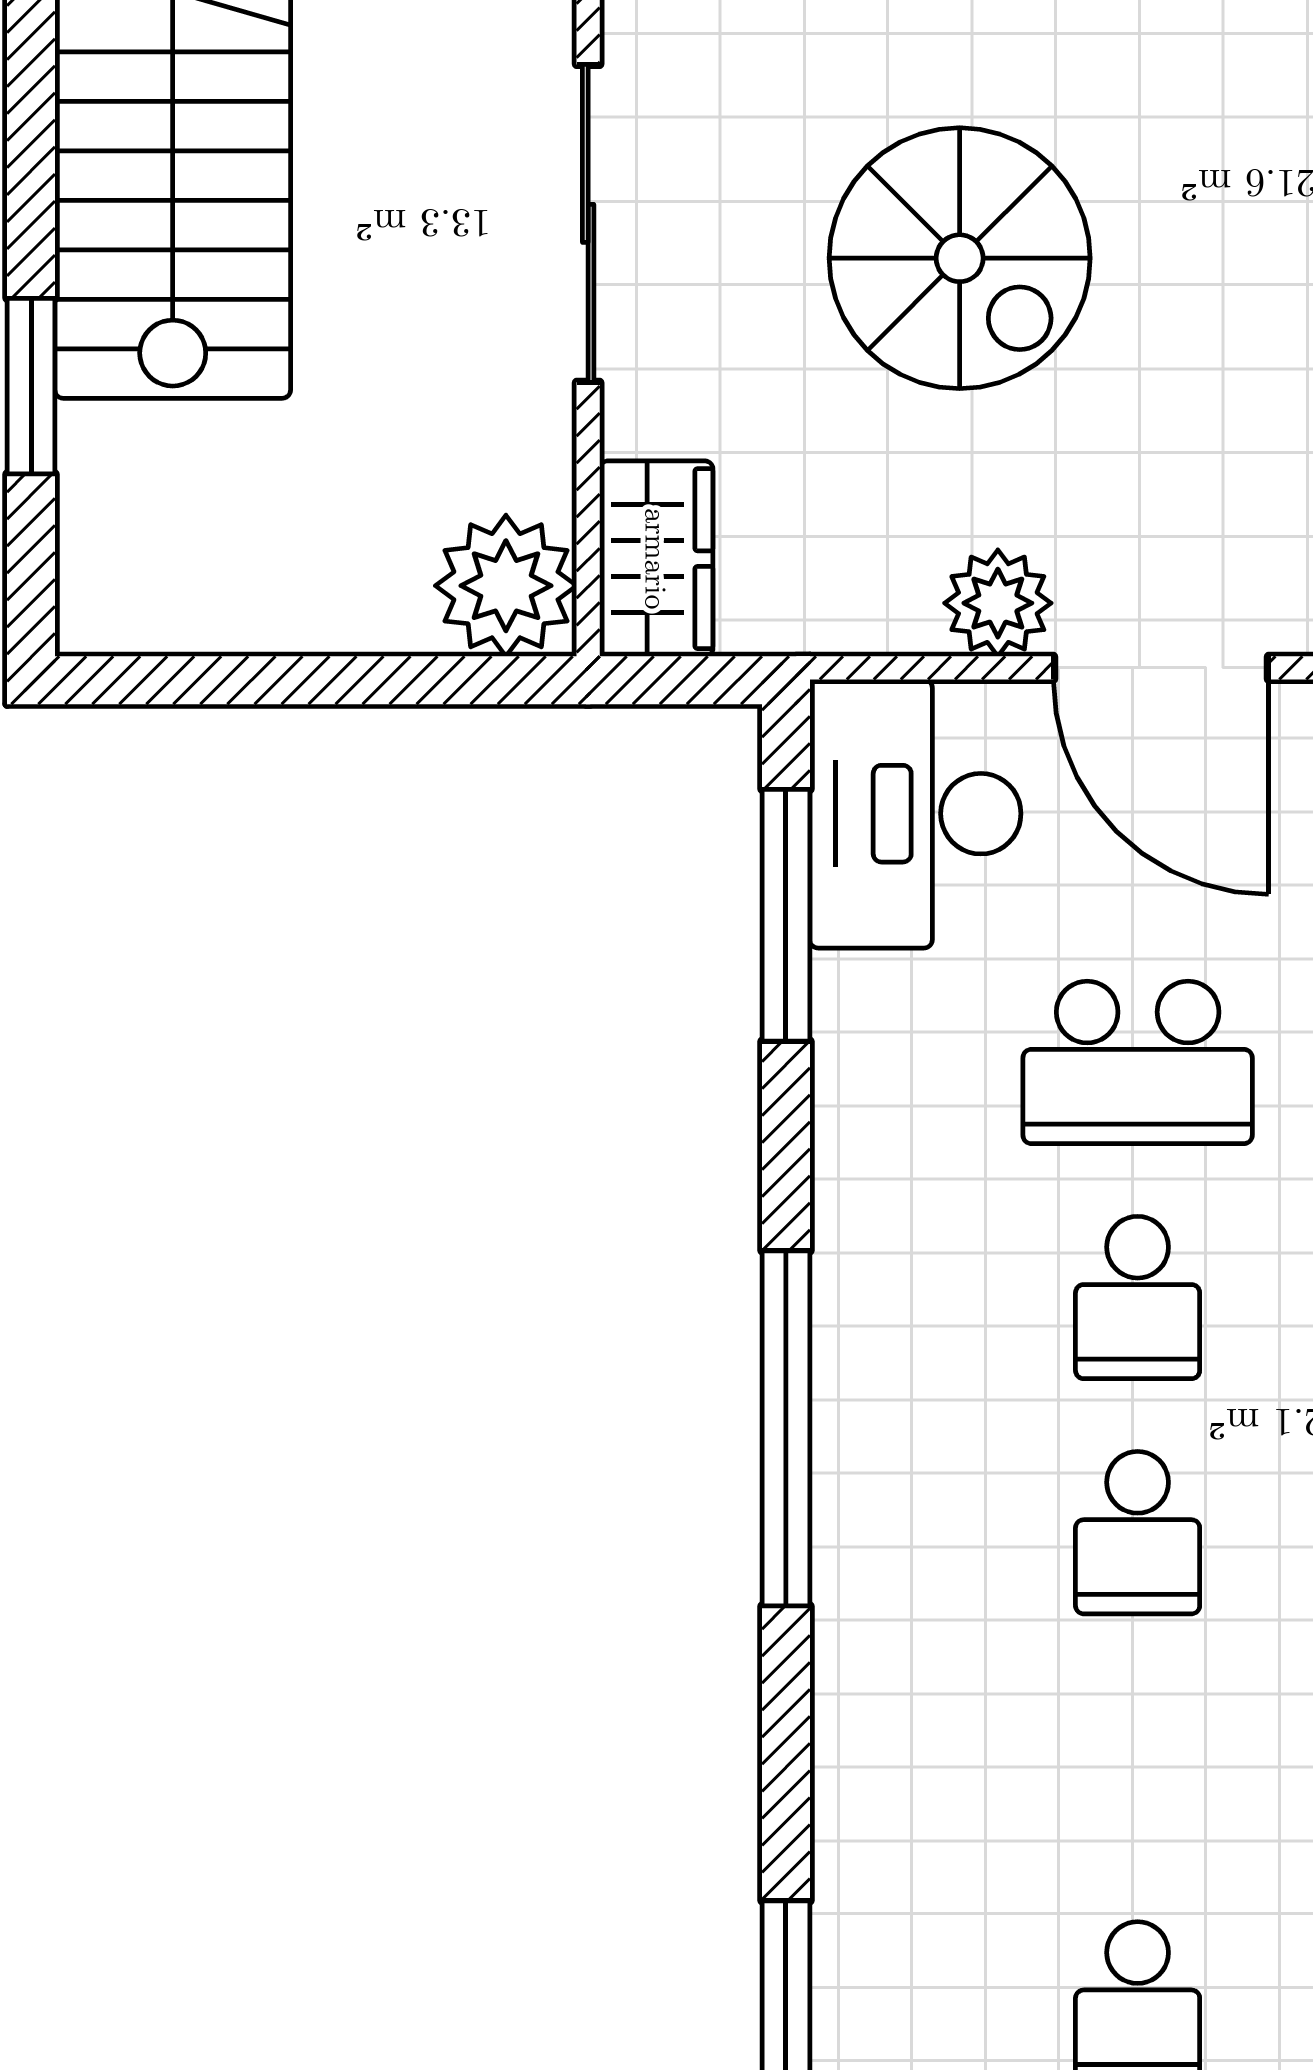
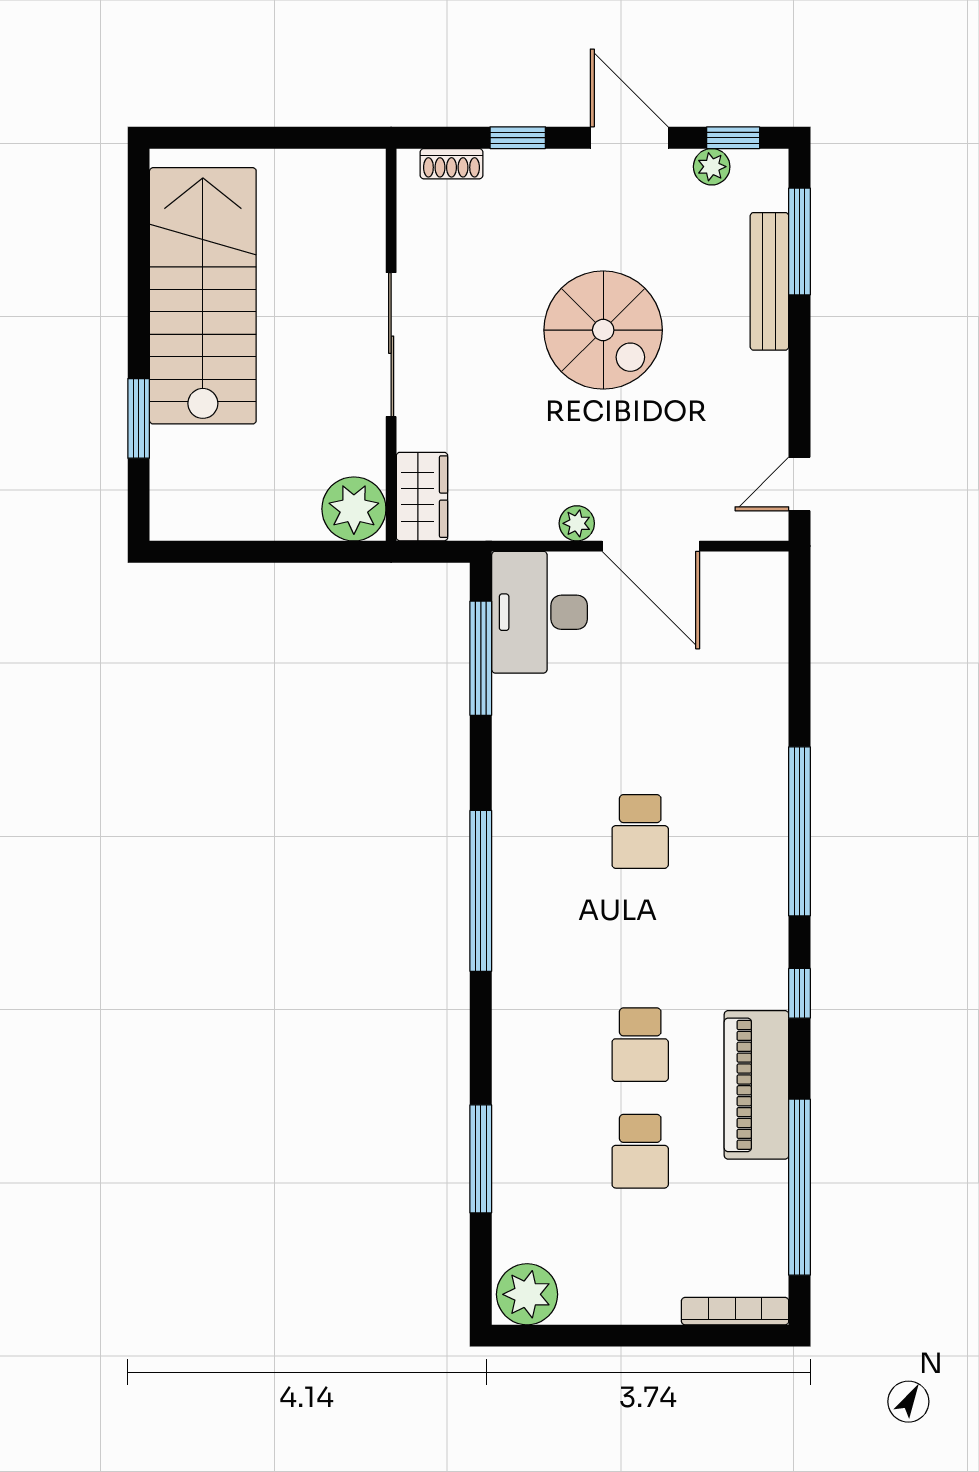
spiral stairs: (960, 258) -> (603, 330), moved
plant: (998, 603) -> (577, 523), width x0.73, depth x0.73
school desk: (1138, 1062) -> (640, 725), removed
school desk: (1138, 1533) -> (640, 1045), moved

